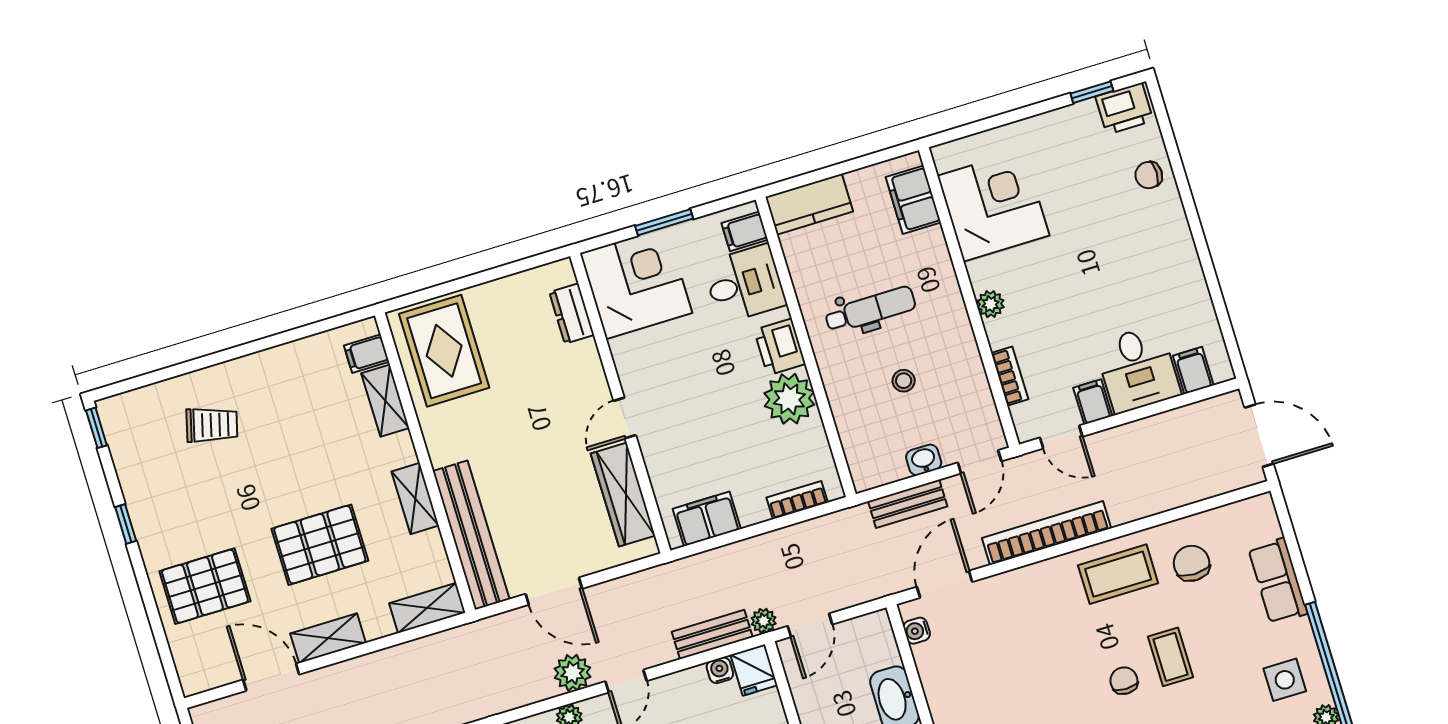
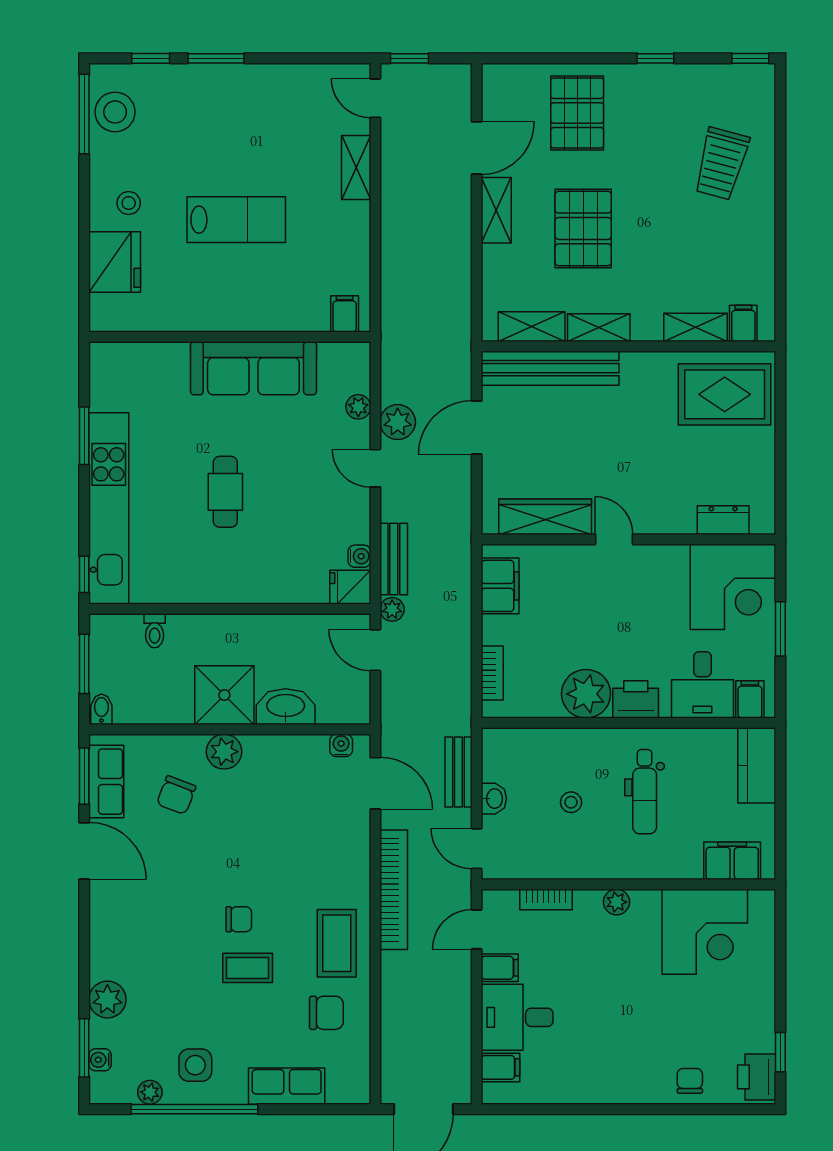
trolley: (212, 425) -> (721, 164), width x1.36, depth x1.39
shelving: (427, 608) -> (532, 327), moved, turned 90

